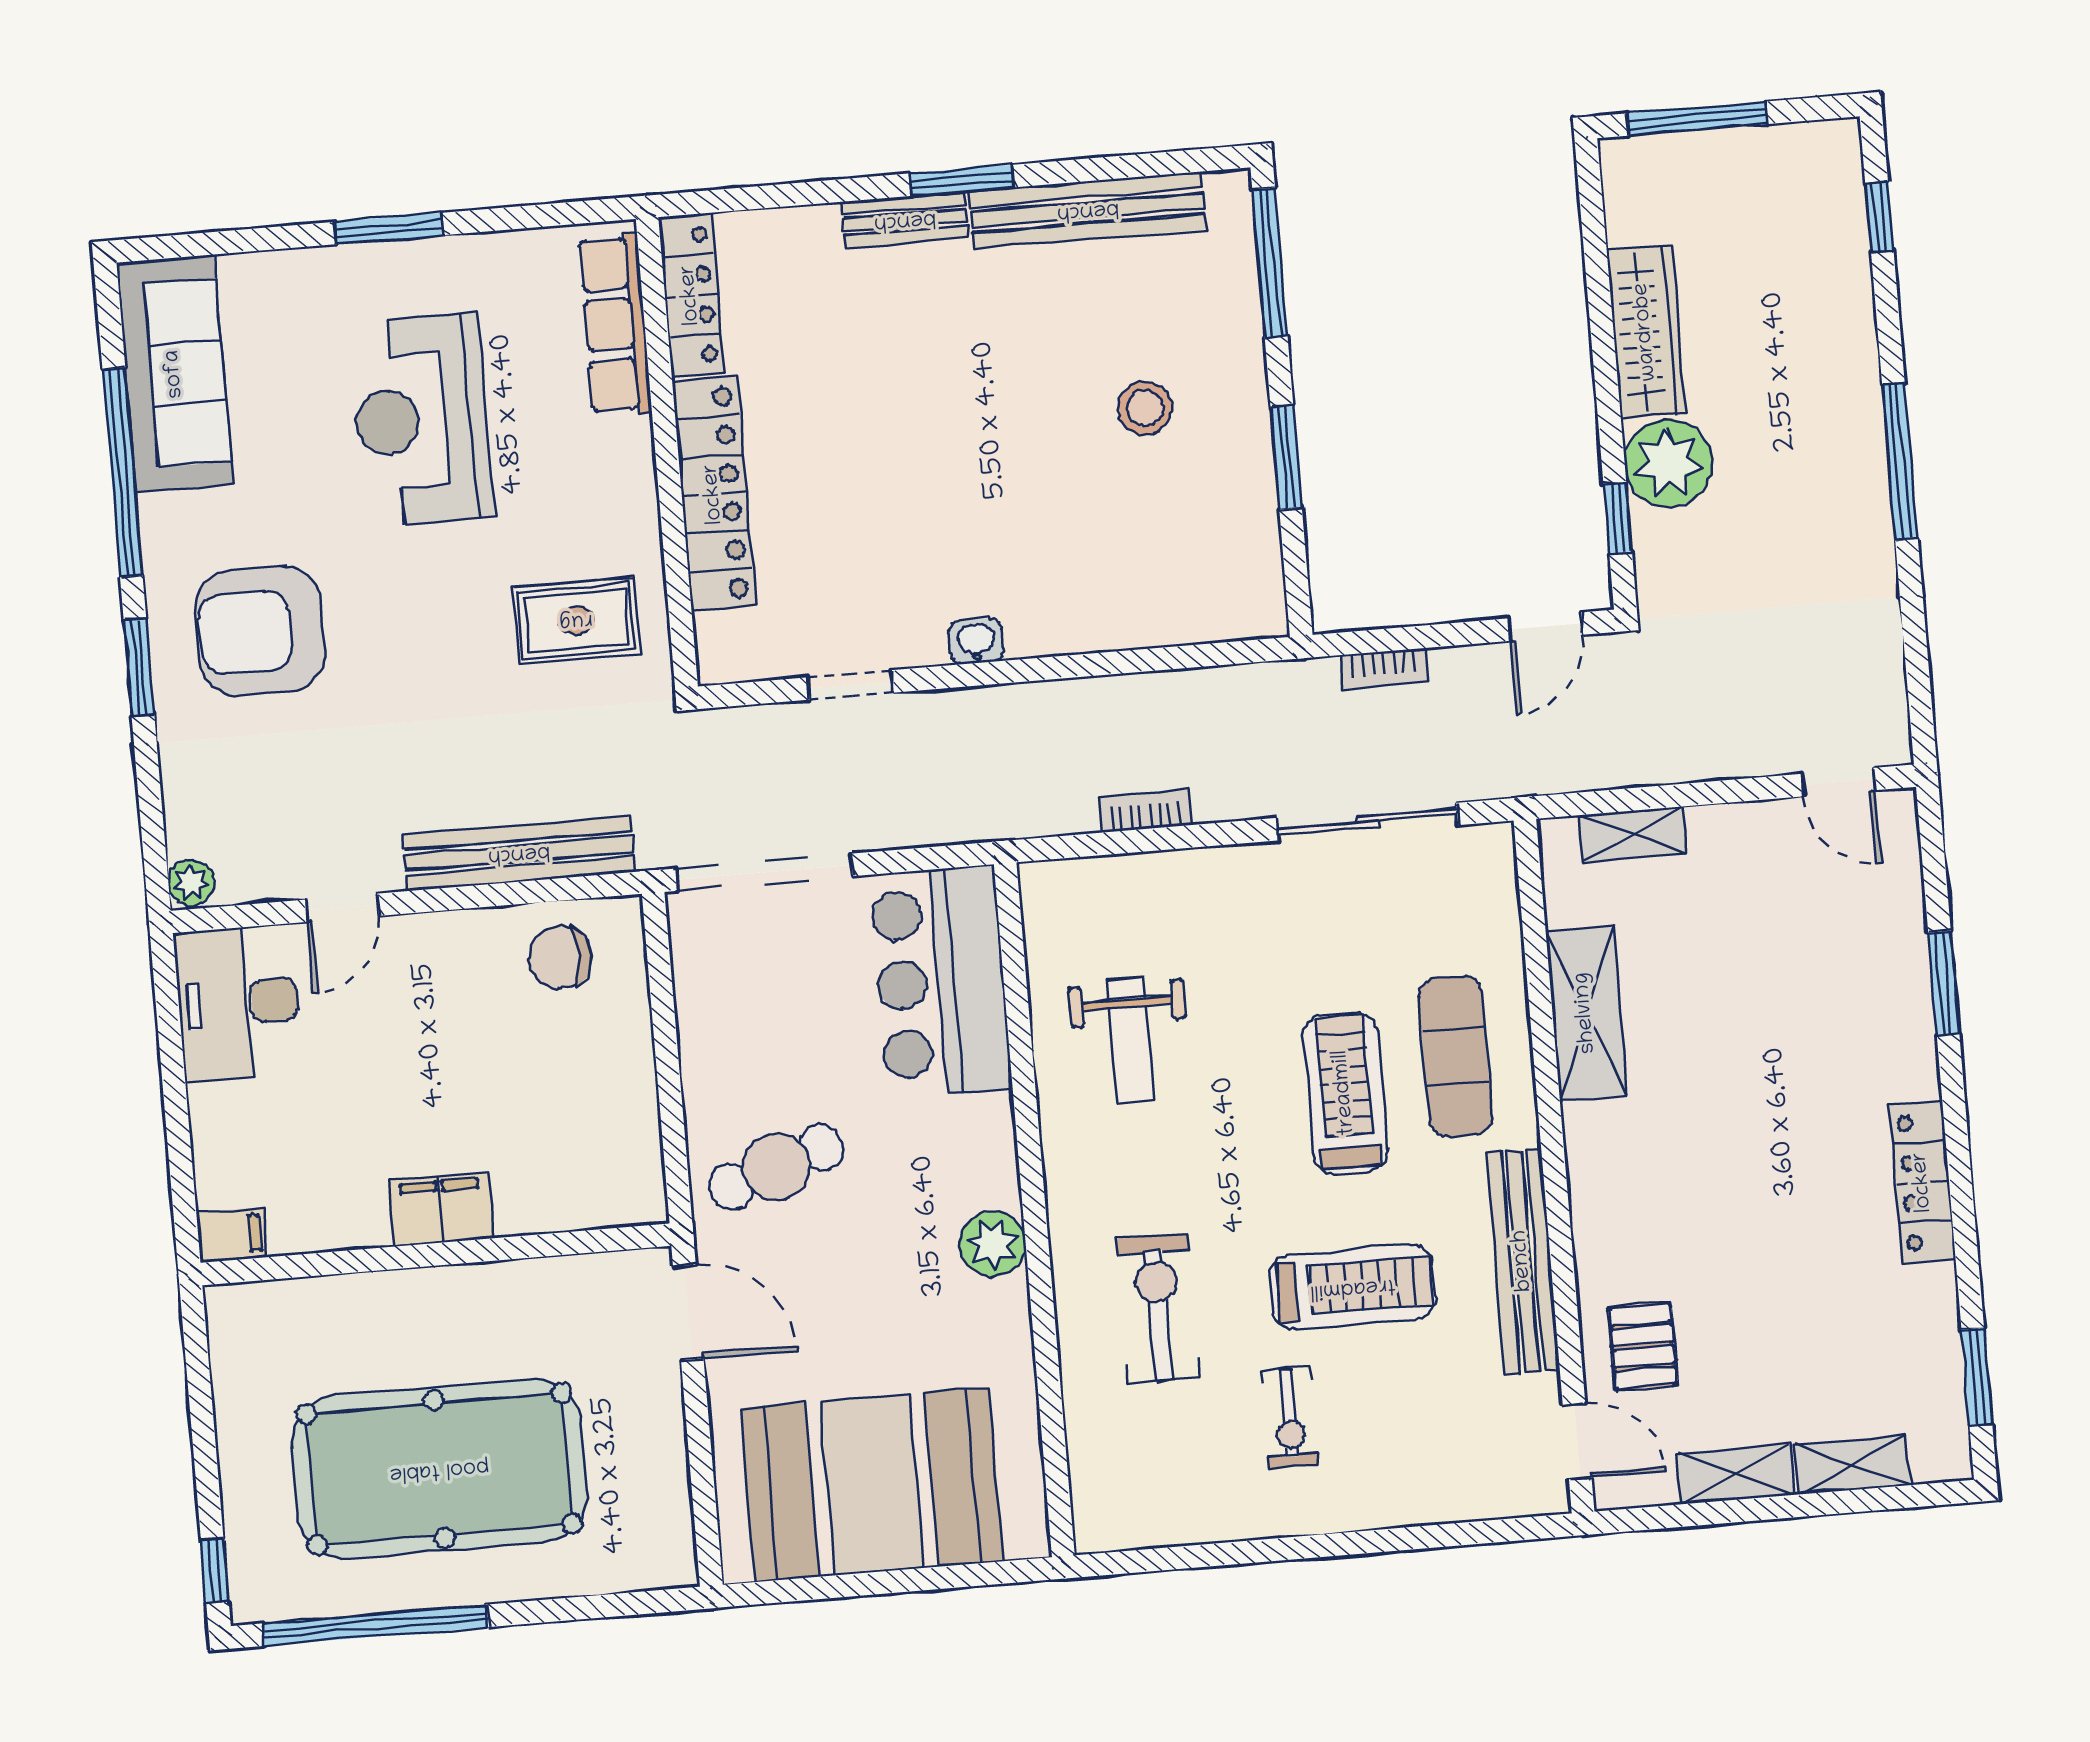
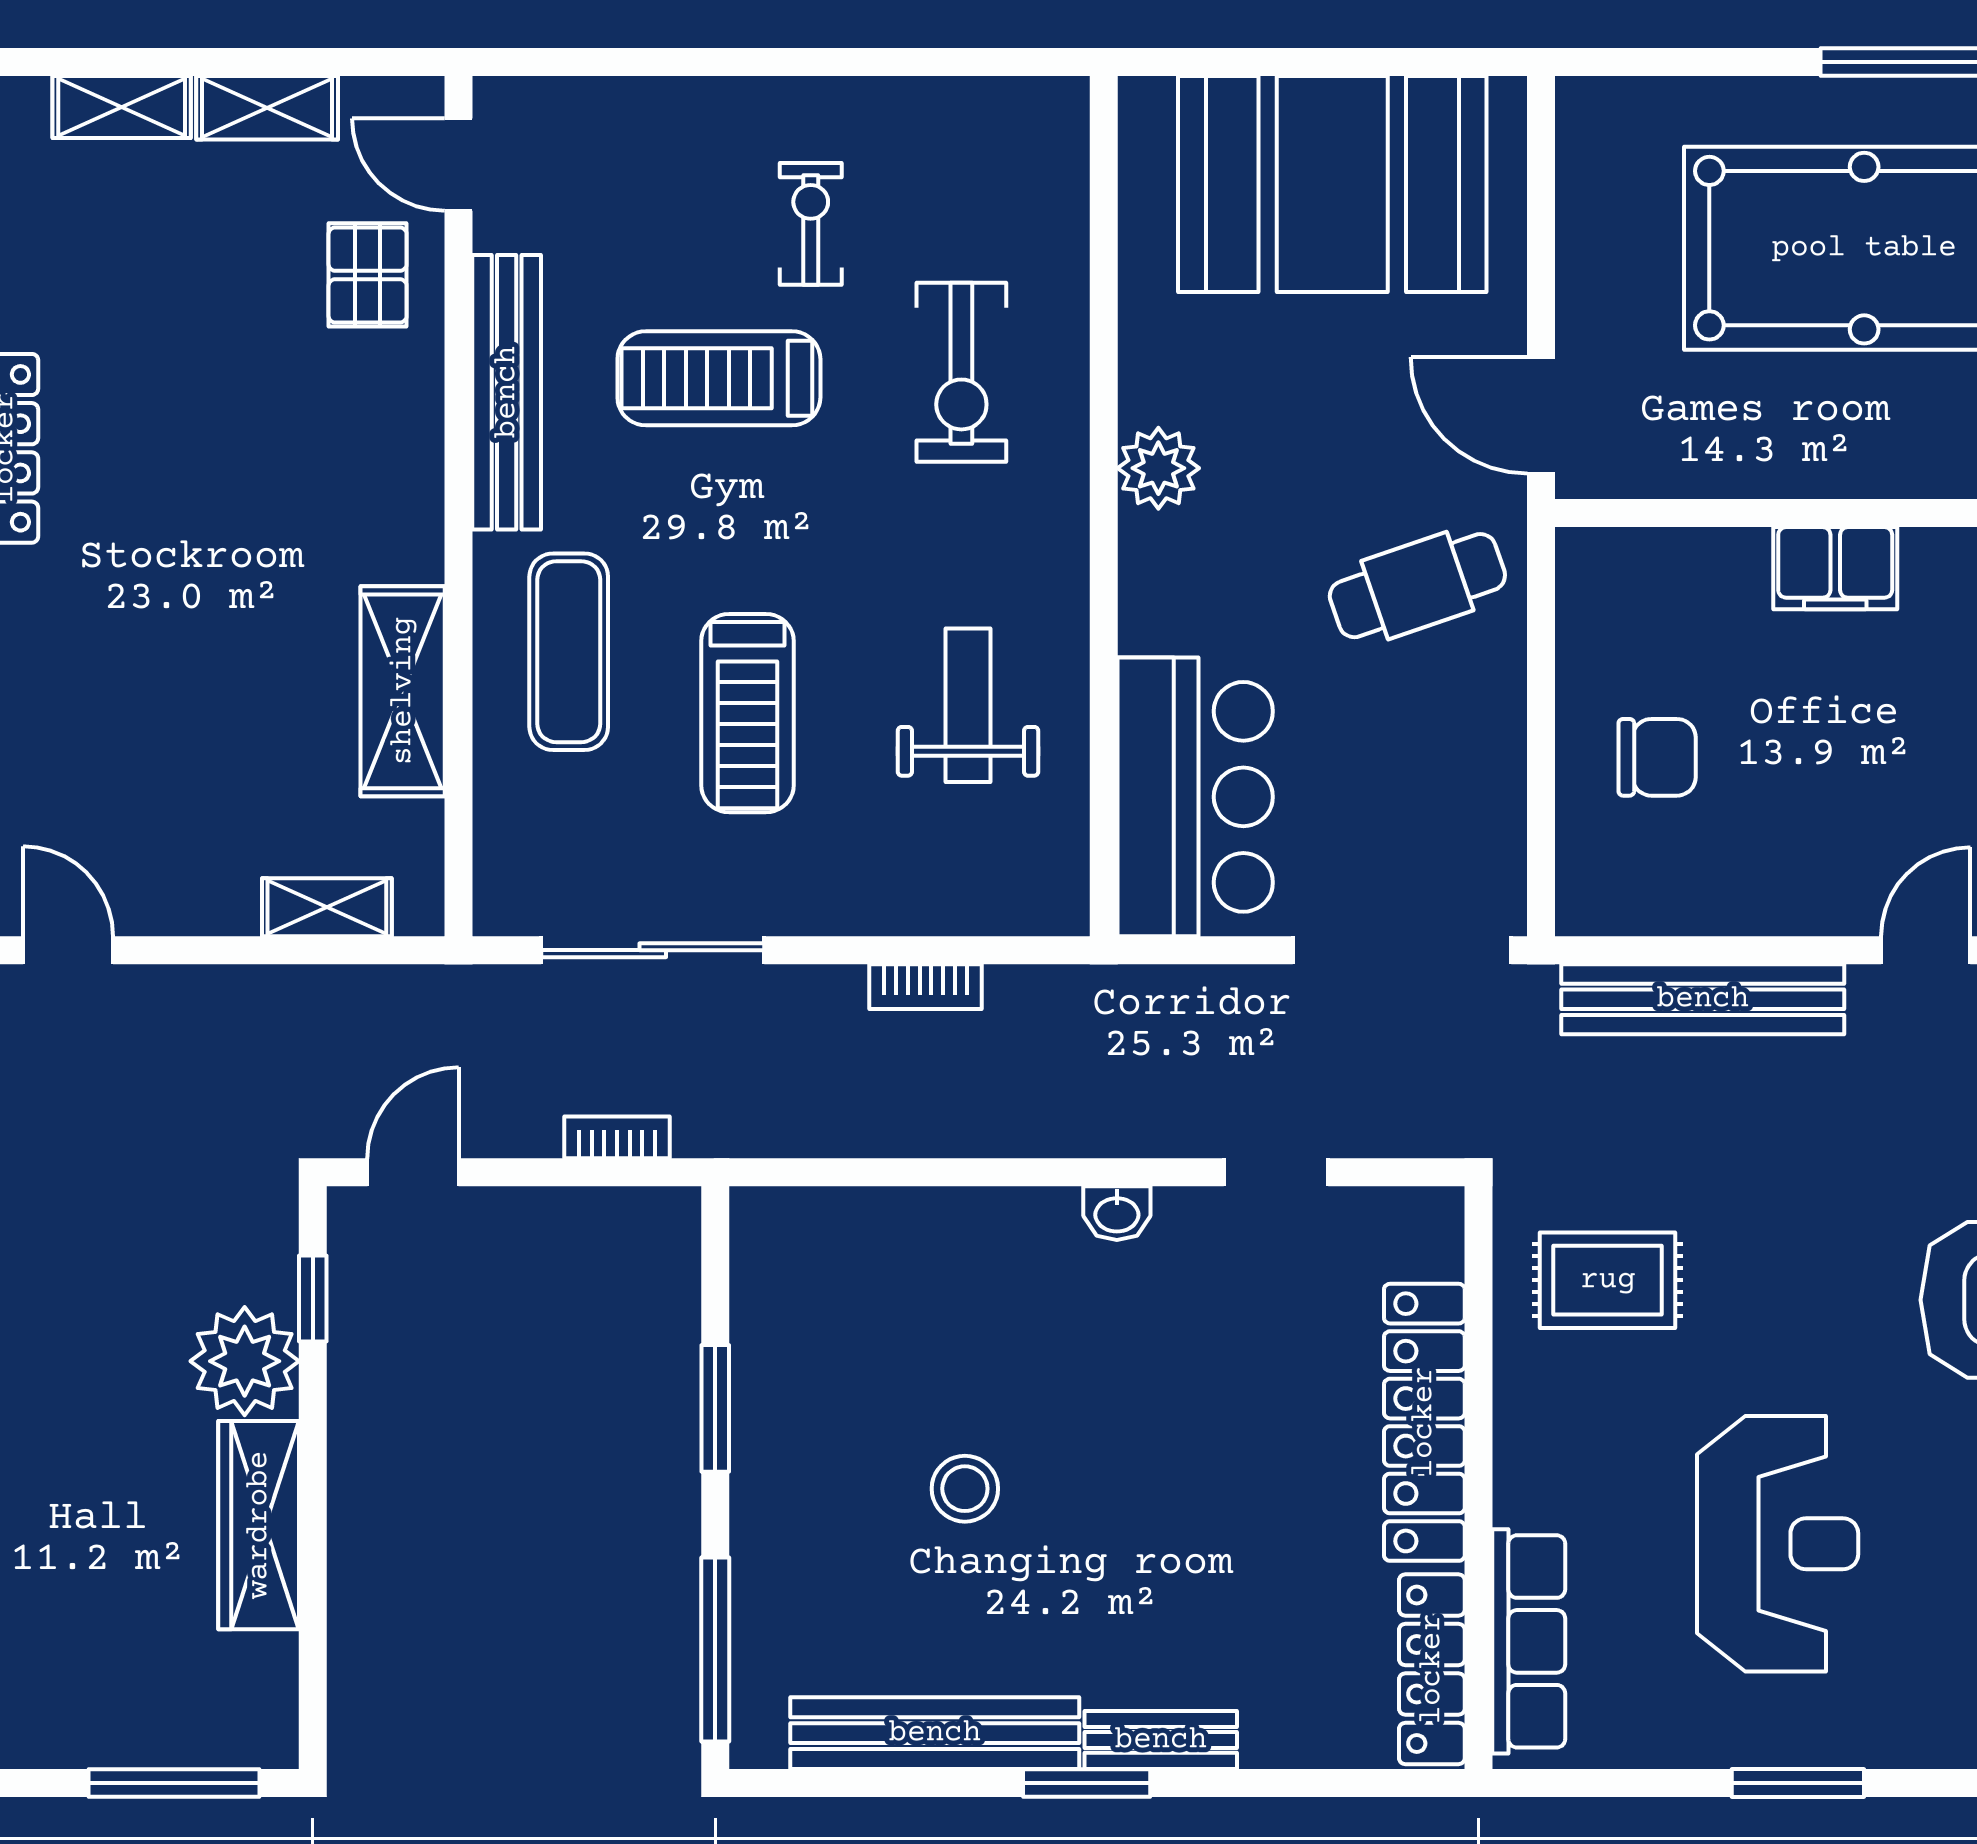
stool: (1145, 408) -> (965, 1489), moved
chair: (560, 957) -> (1657, 757), moved
treadmill: (1345, 1093) -> (747, 713), moved

